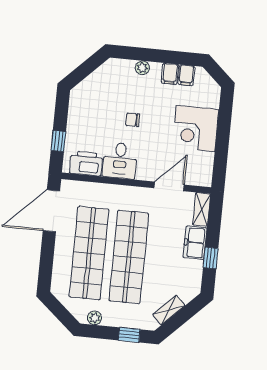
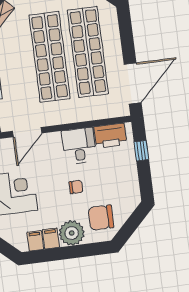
plant: (142, 68) -> (72, 233), width x1.88, depth x1.88
chair: (115, 83) -> (101, 218), added

